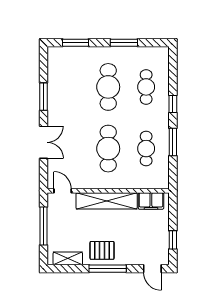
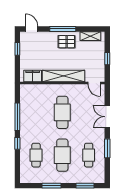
window: (173, 142) -> (17, 117), width x1.44
cafe table: (146, 149) -> (89, 155), moved
window: (43, 226) -> (107, 59), width x0.46

